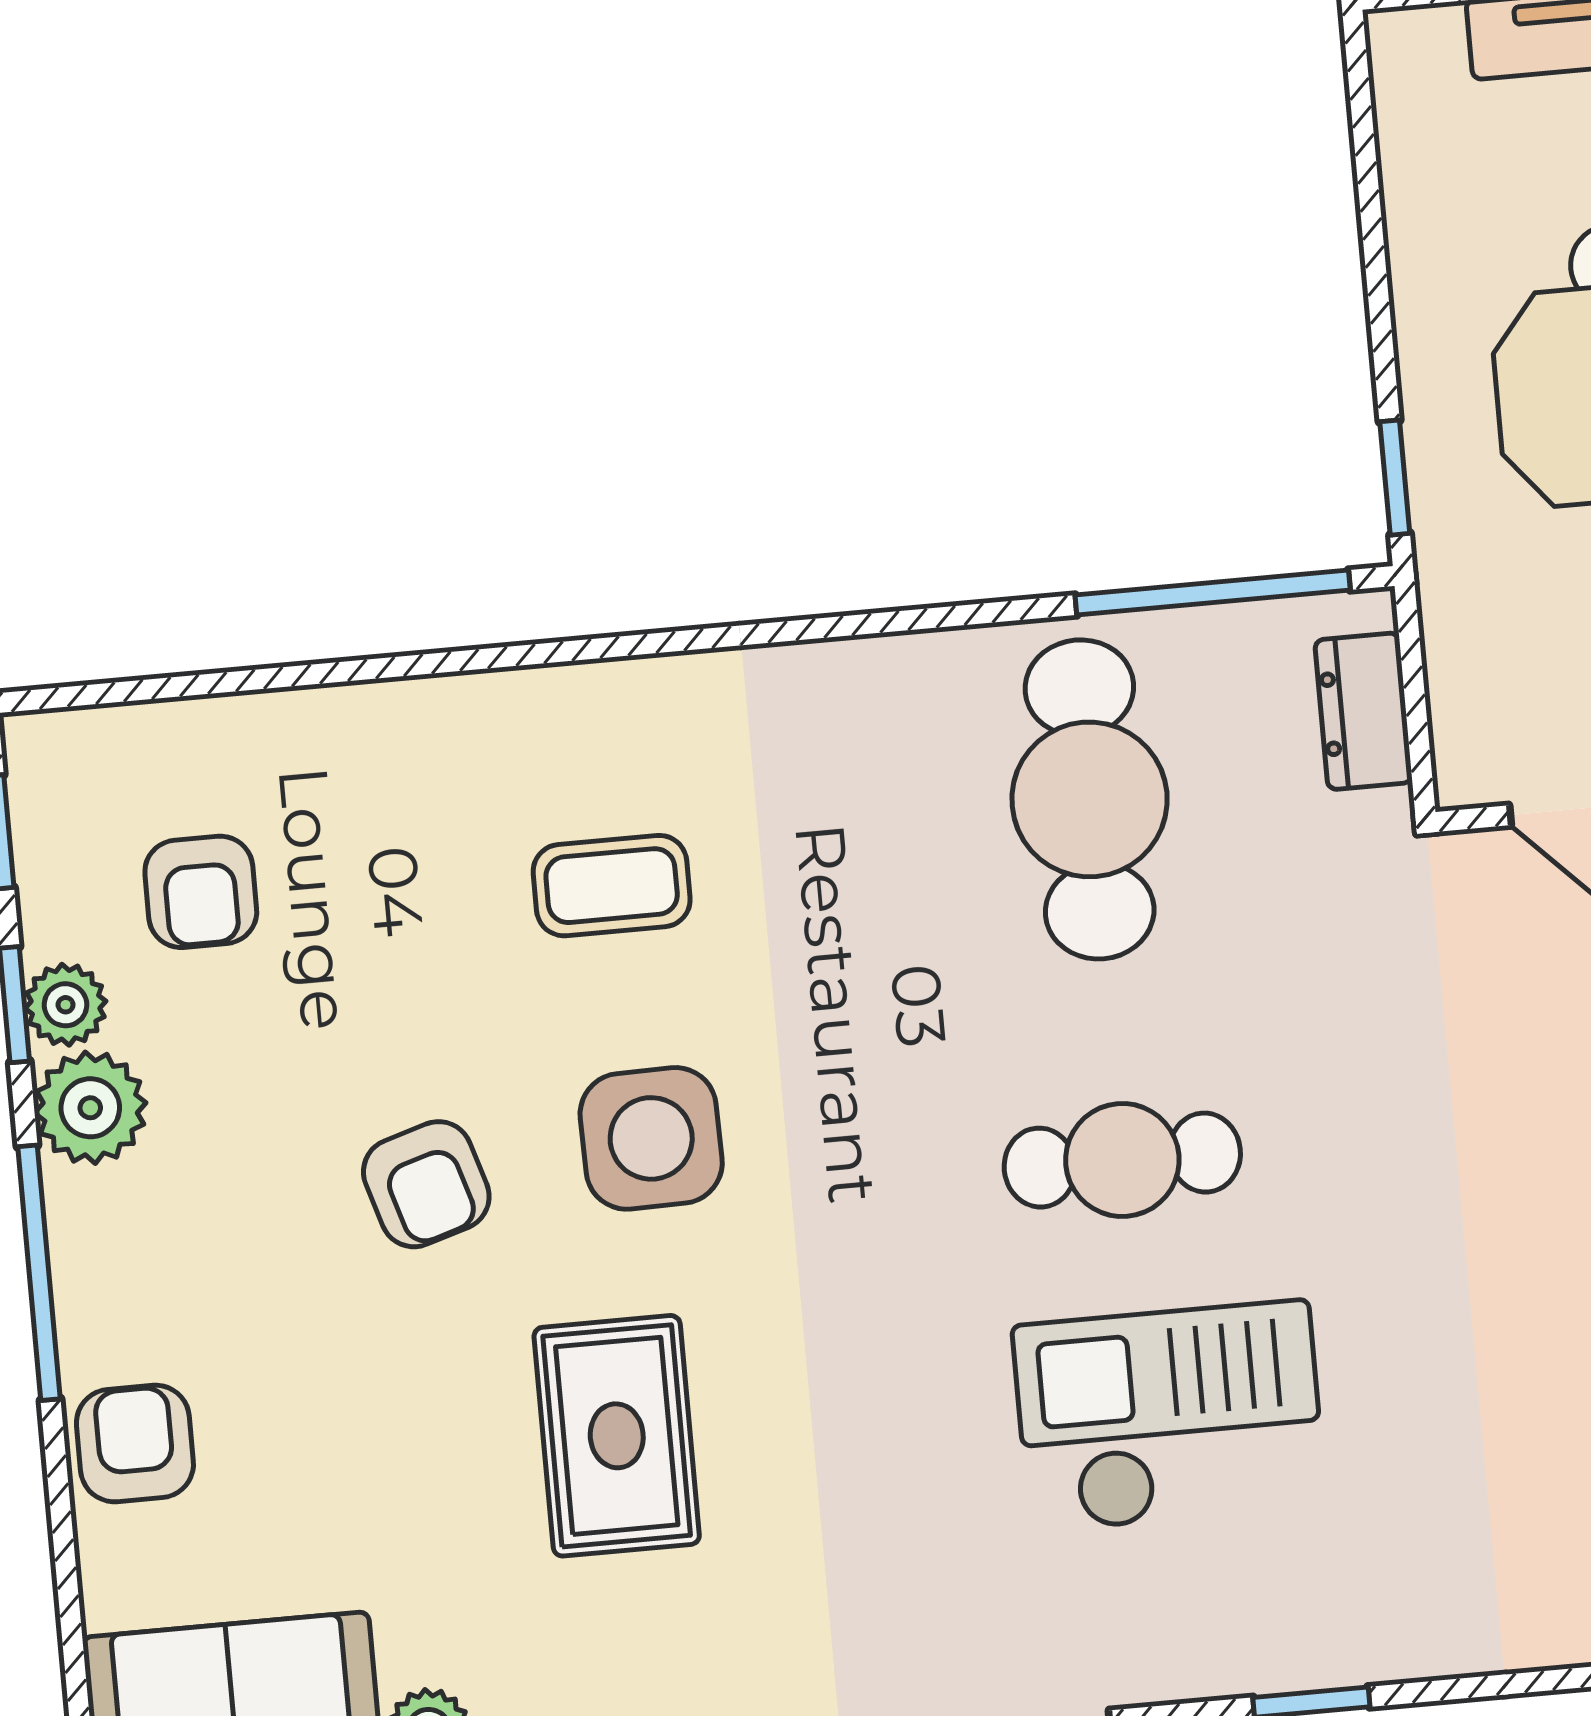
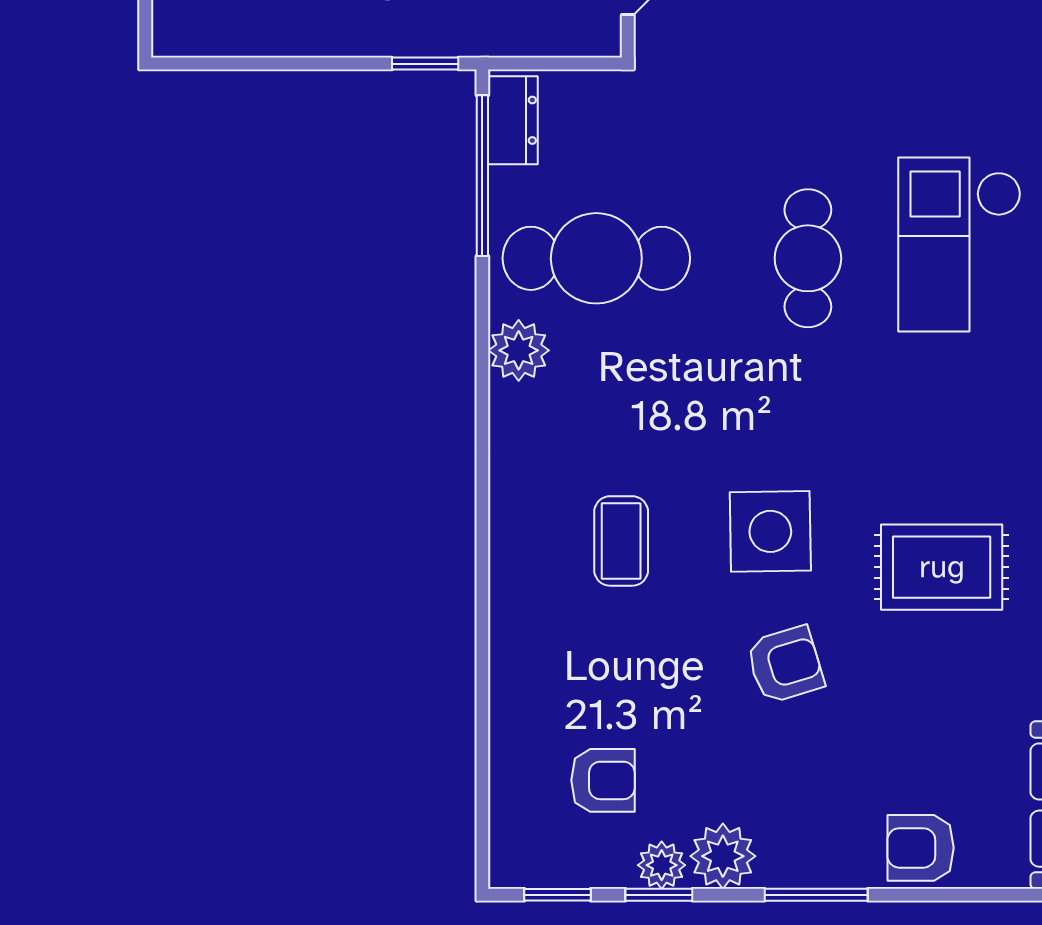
plant: (920, 681) -> (519, 350), added
dresser: (1364, 711) -> (513, 120), moved, turned -90
window: (39, 1273) -> (816, 895), width x0.69

